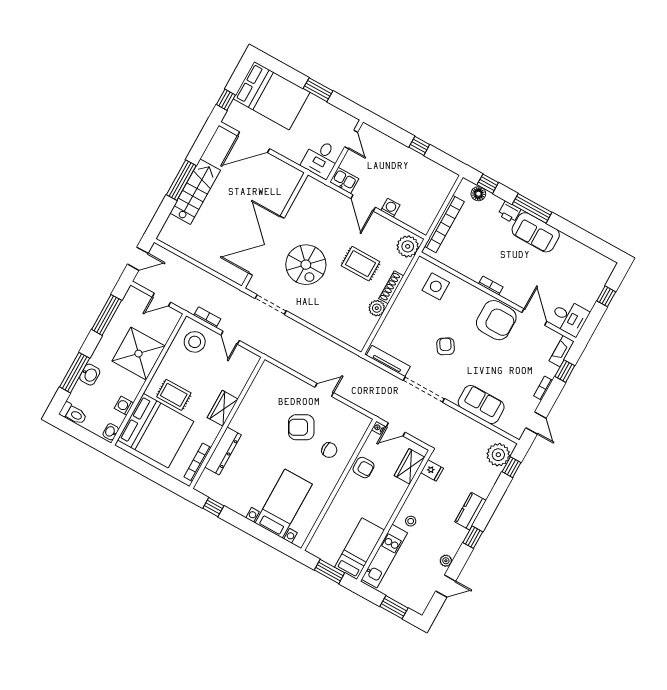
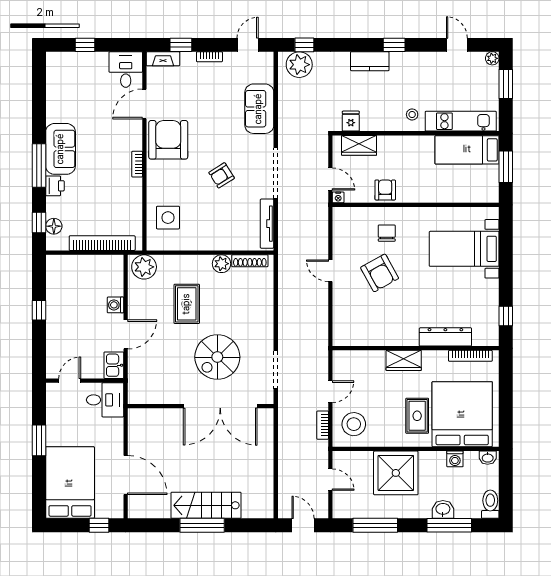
spiral stairs: (306, 265) -> (217, 357), turned 180
shoe rack: (391, 287) -> (250, 261), moved
plant: (446, 561) -> (492, 58), moved

